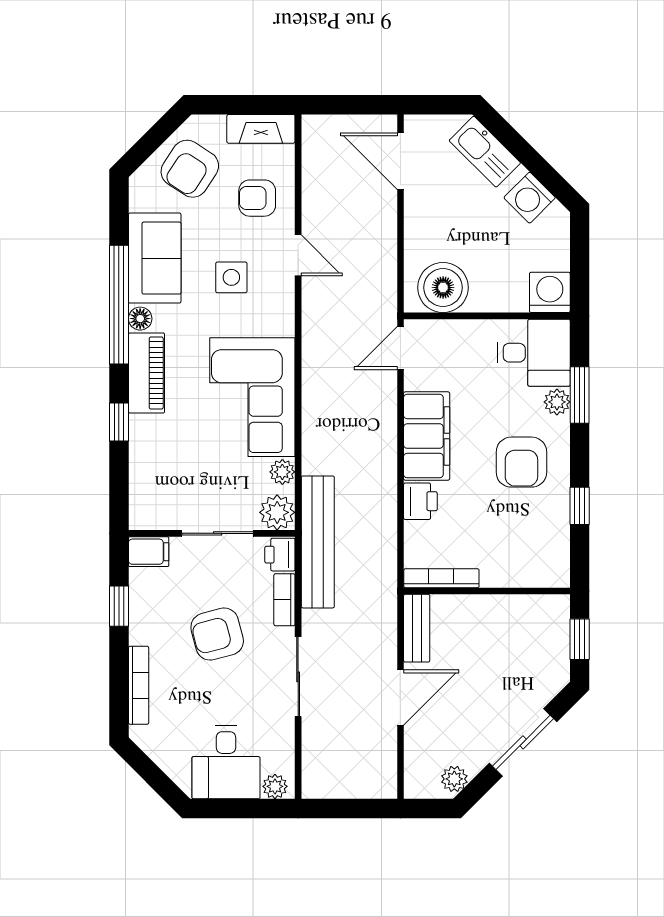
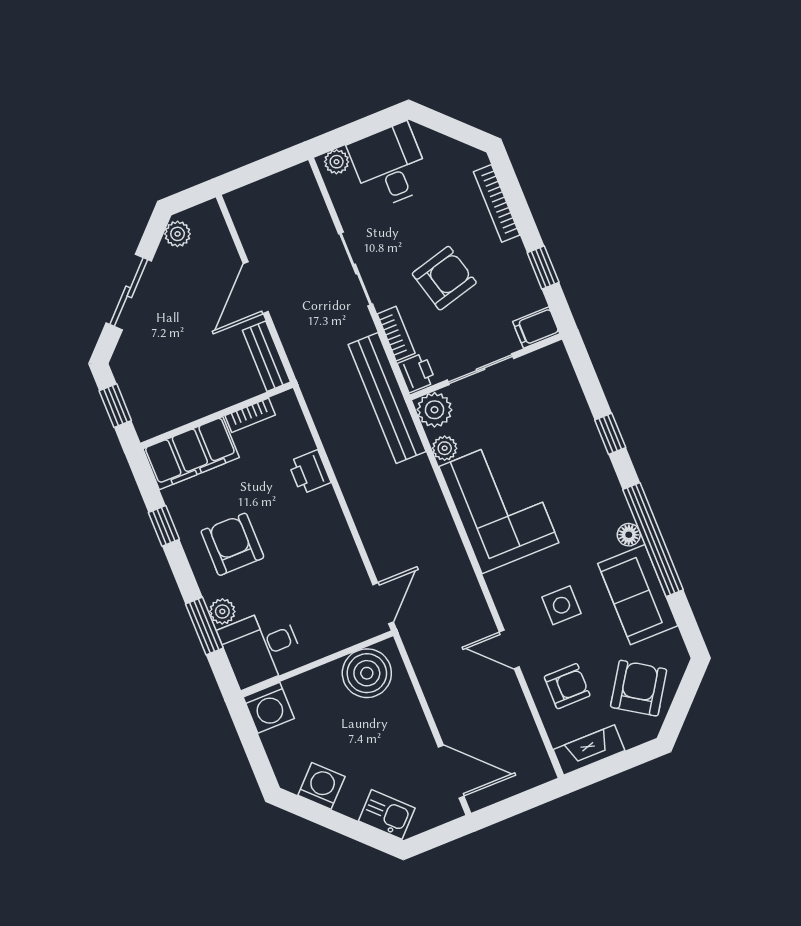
kitchen sink: (485, 152) -> (387, 814), width x0.73
piano: (147, 373) -> (603, 488), removed
filing cabinet: (427, 436) -> (191, 453), moved, turned -90
bookcase: (441, 578) -> (250, 415), width x0.64

